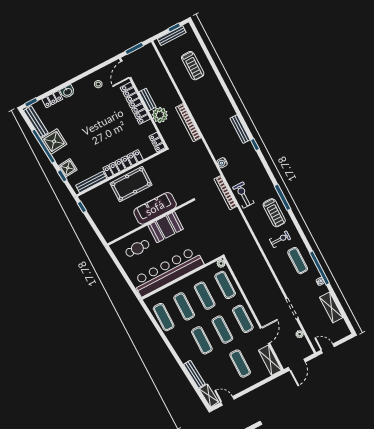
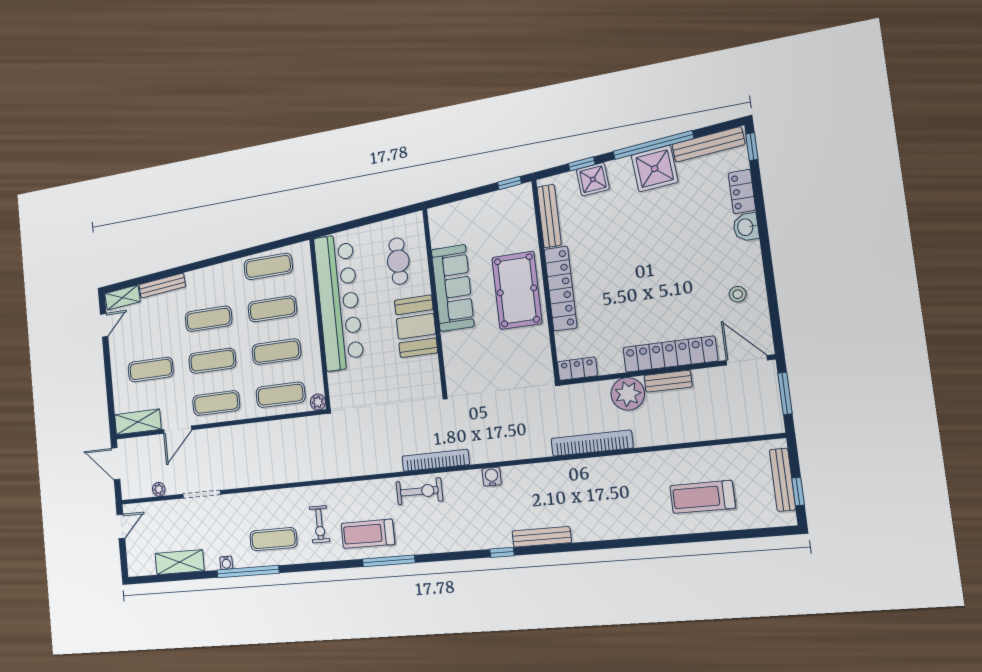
sofa: (155, 208) -> (453, 288), moved
door: (265, 335) -> (178, 430), hinge flipped

